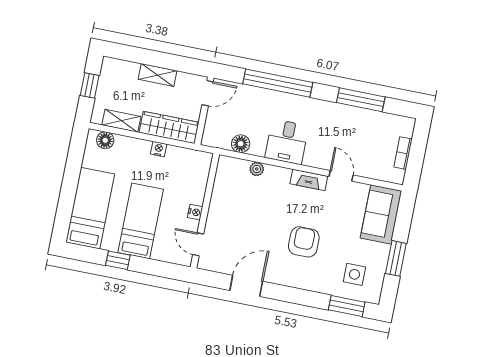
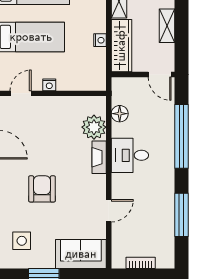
plant: (257, 169) -> (94, 127), width x1.88, depth x1.88
fireplace: (309, 180) -> (99, 157), moved
armchair: (304, 242) -> (42, 189), turned -90

